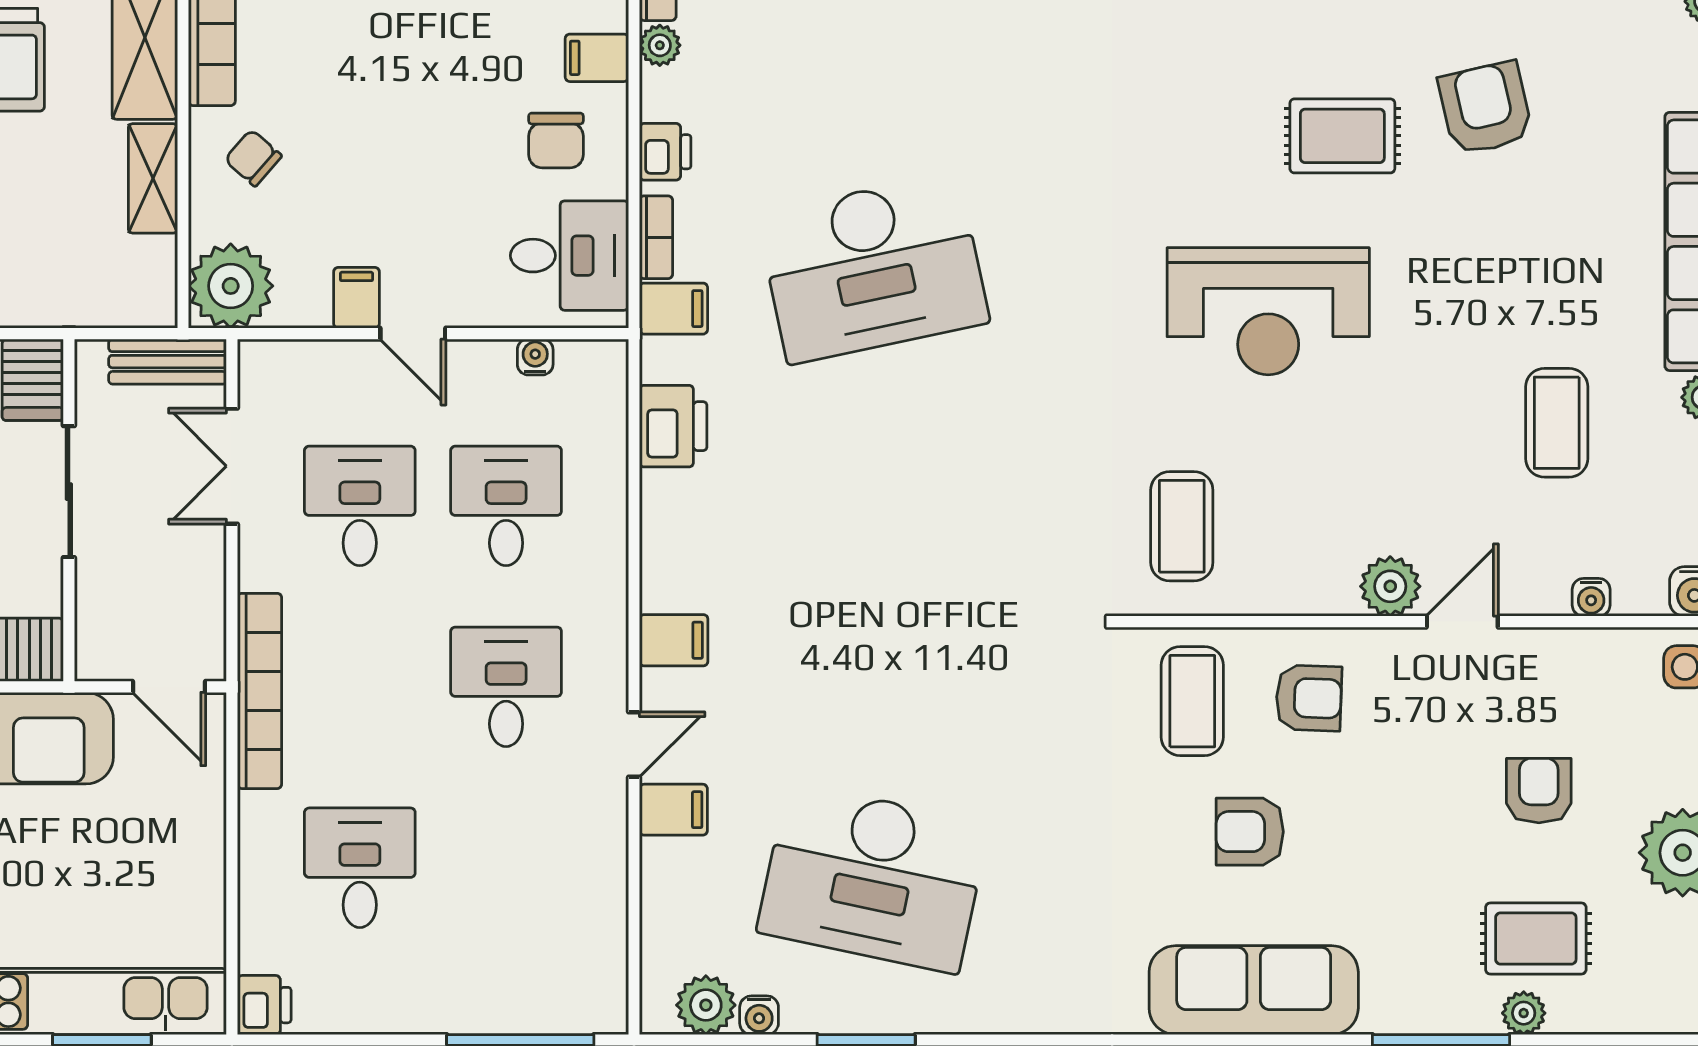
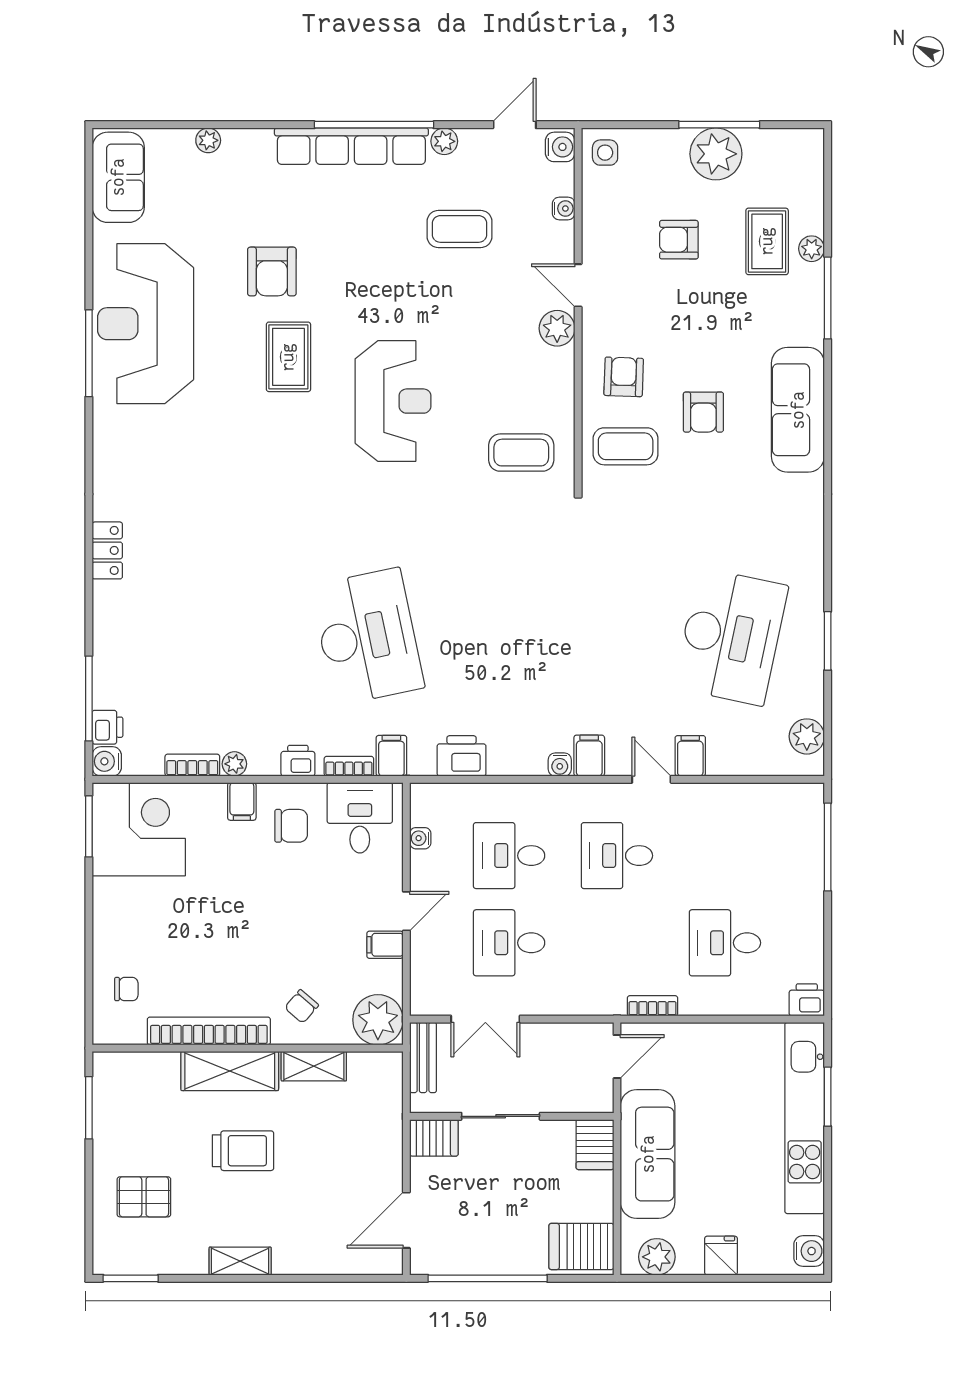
armchair: (1485, 108) -> (272, 271), turned -77
bookcase: (260, 691) -> (652, 1006), width x0.43, depth x0.76
water cooler: (759, 1015) -> (560, 764), moved, turned 90

